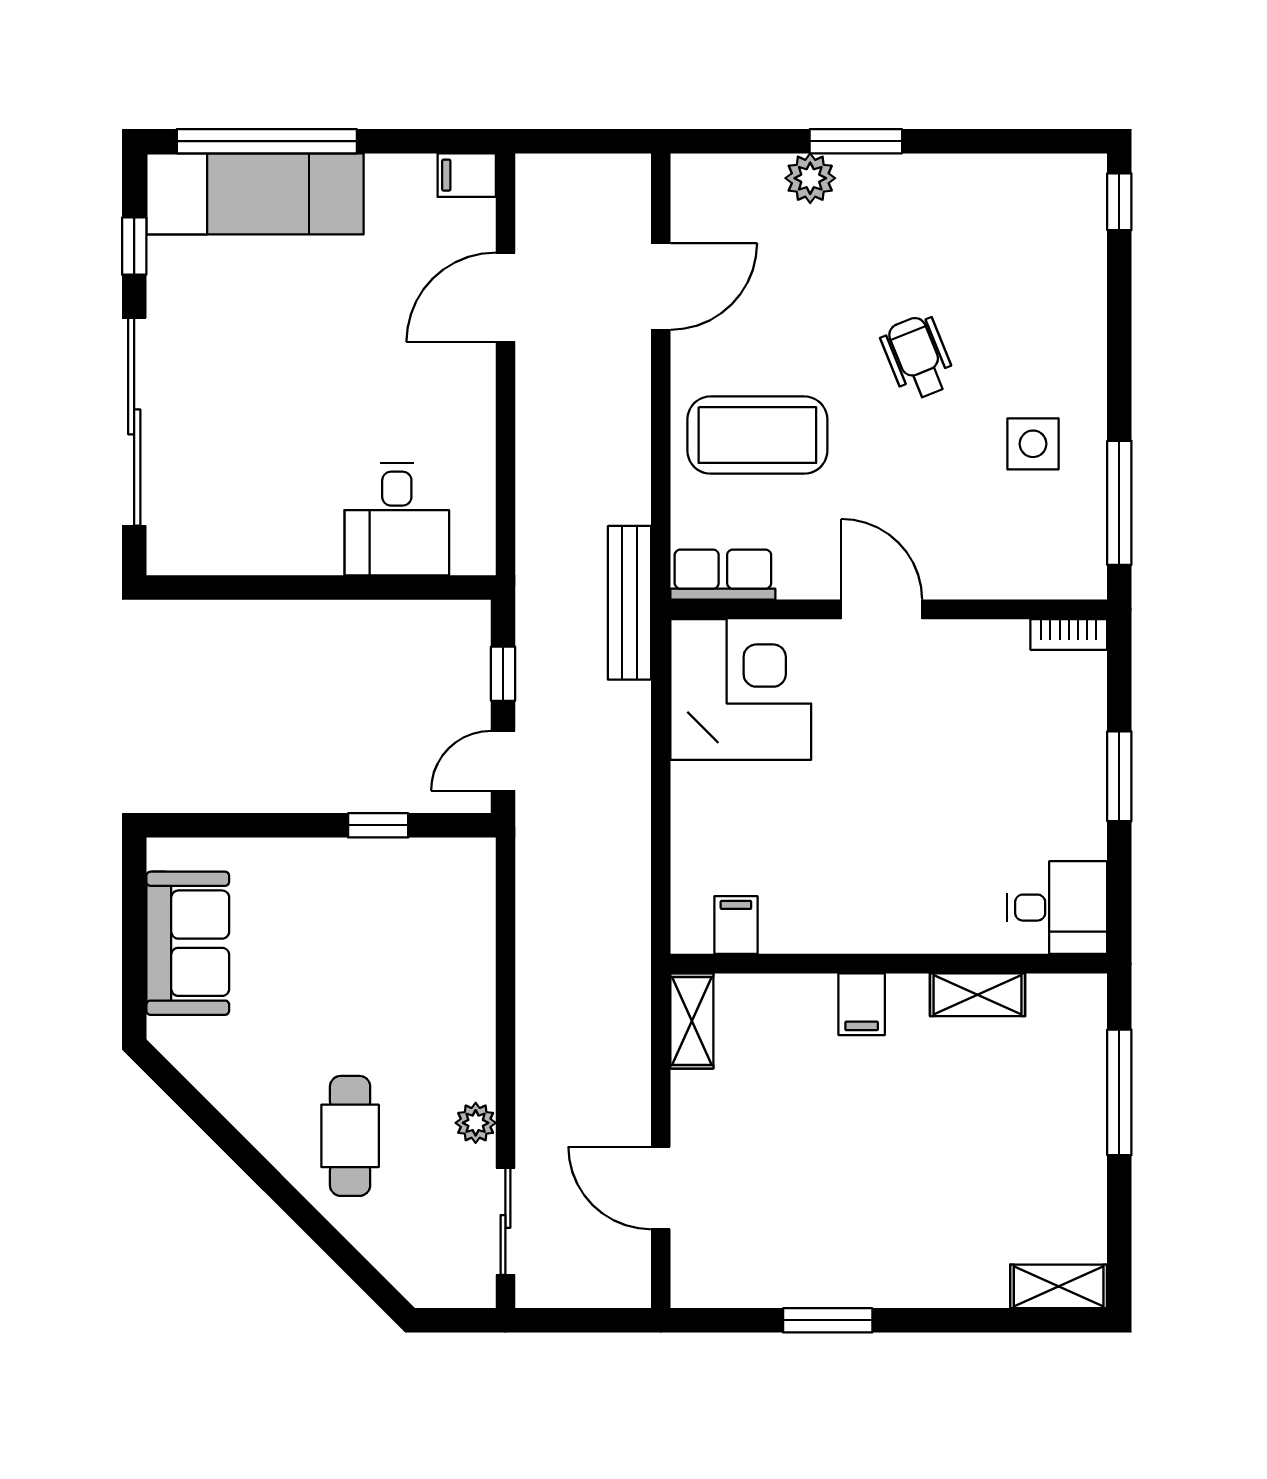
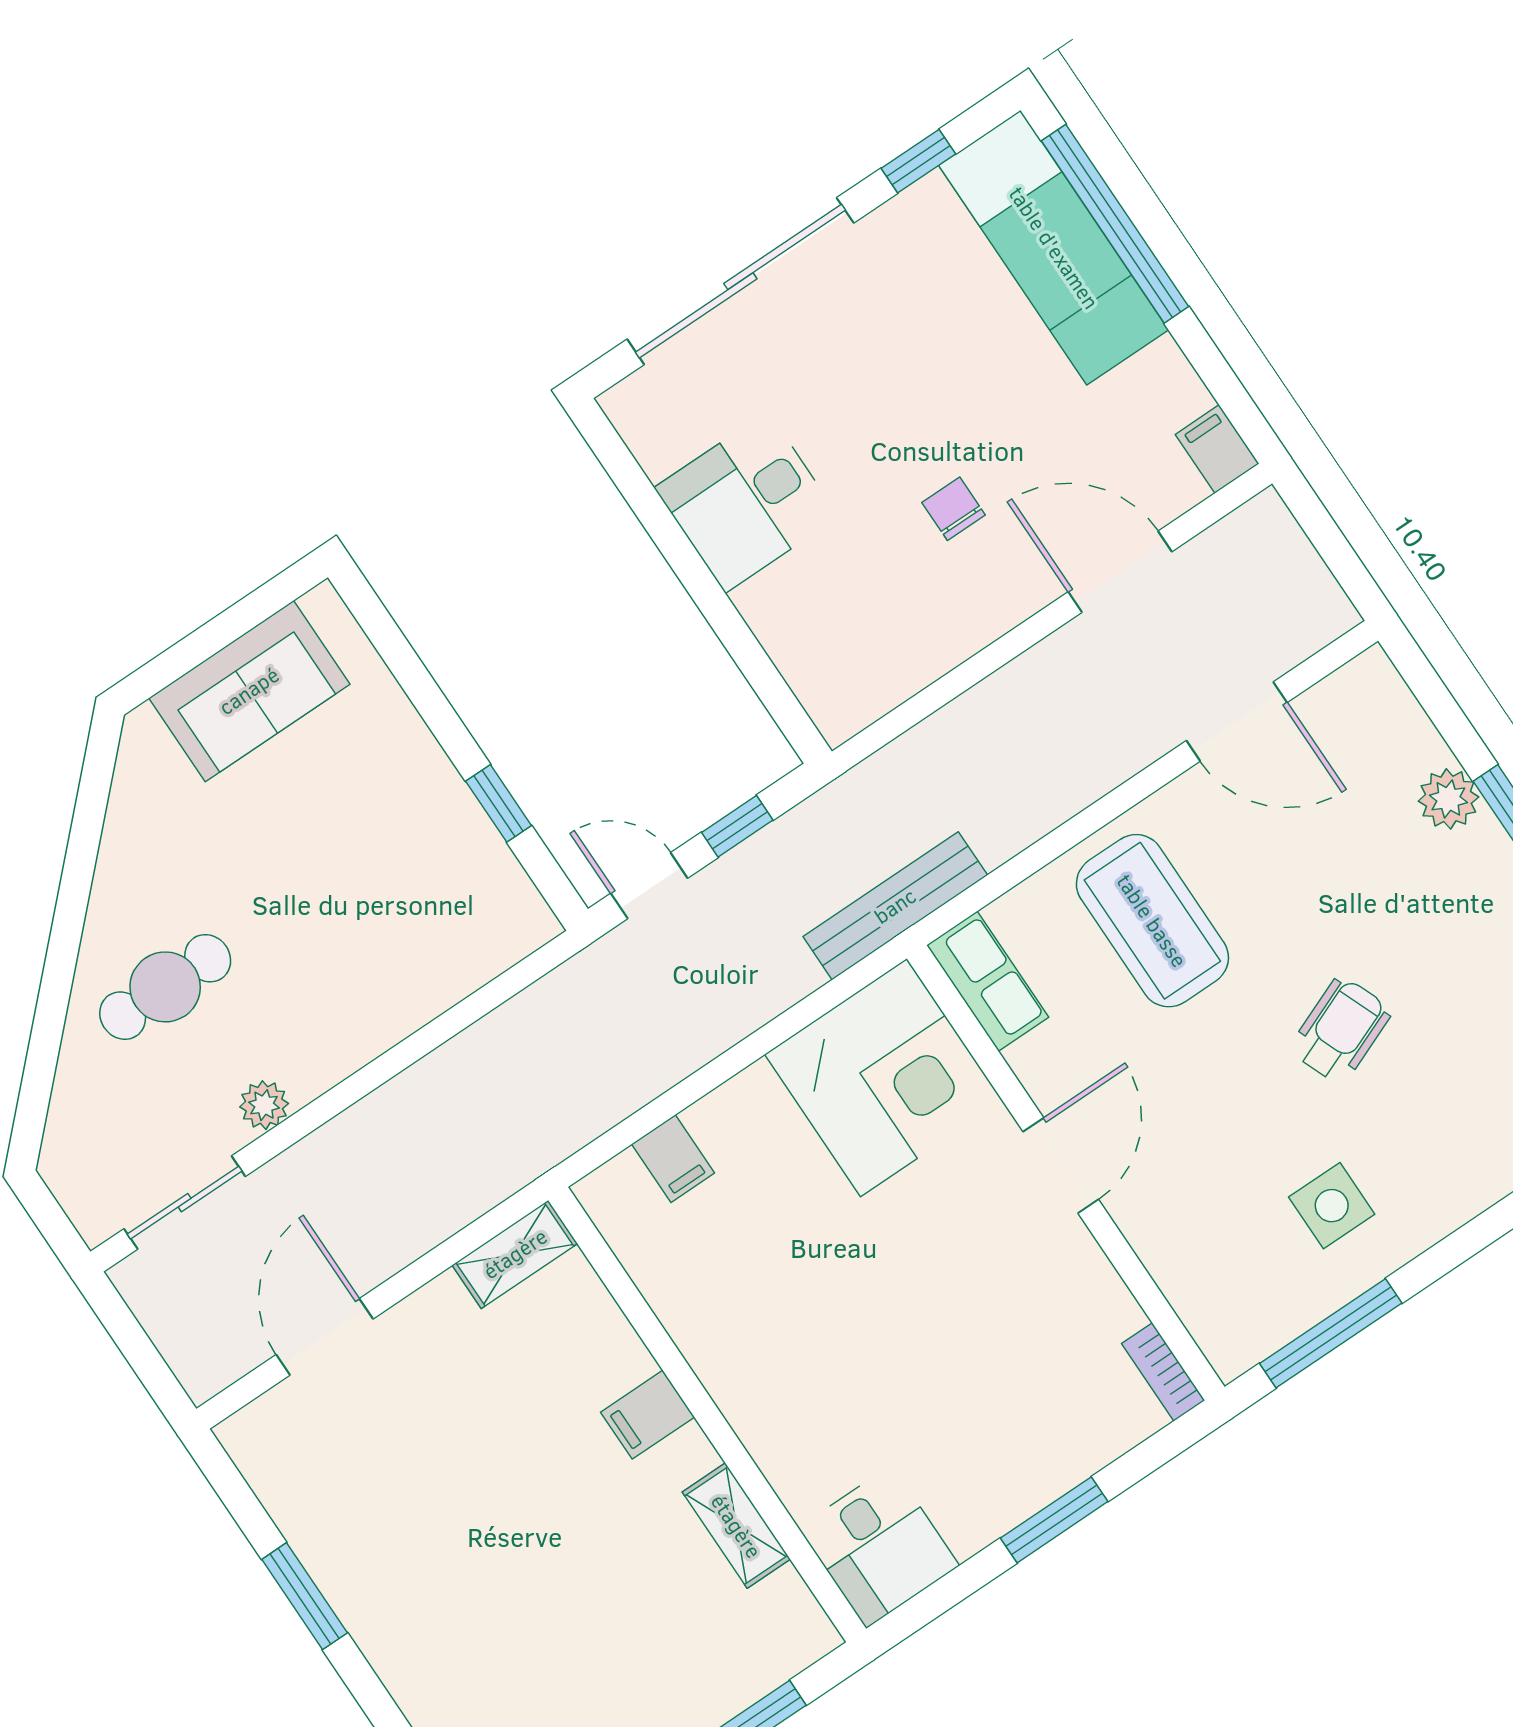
chair: (386, 381) -> (954, 509), added
desk: (397, 519) -> (746, 502), moved
filing cabinet: (736, 925) -> (673, 1159), moved, turned 90

